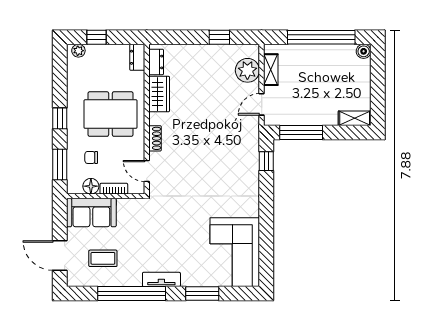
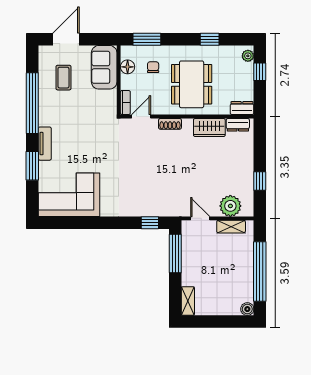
window: (60, 118) -> (210, 39), moved
bookcase: (114, 189) -> (125, 103), moved
tv unit: (161, 279) -> (45, 144), moved

